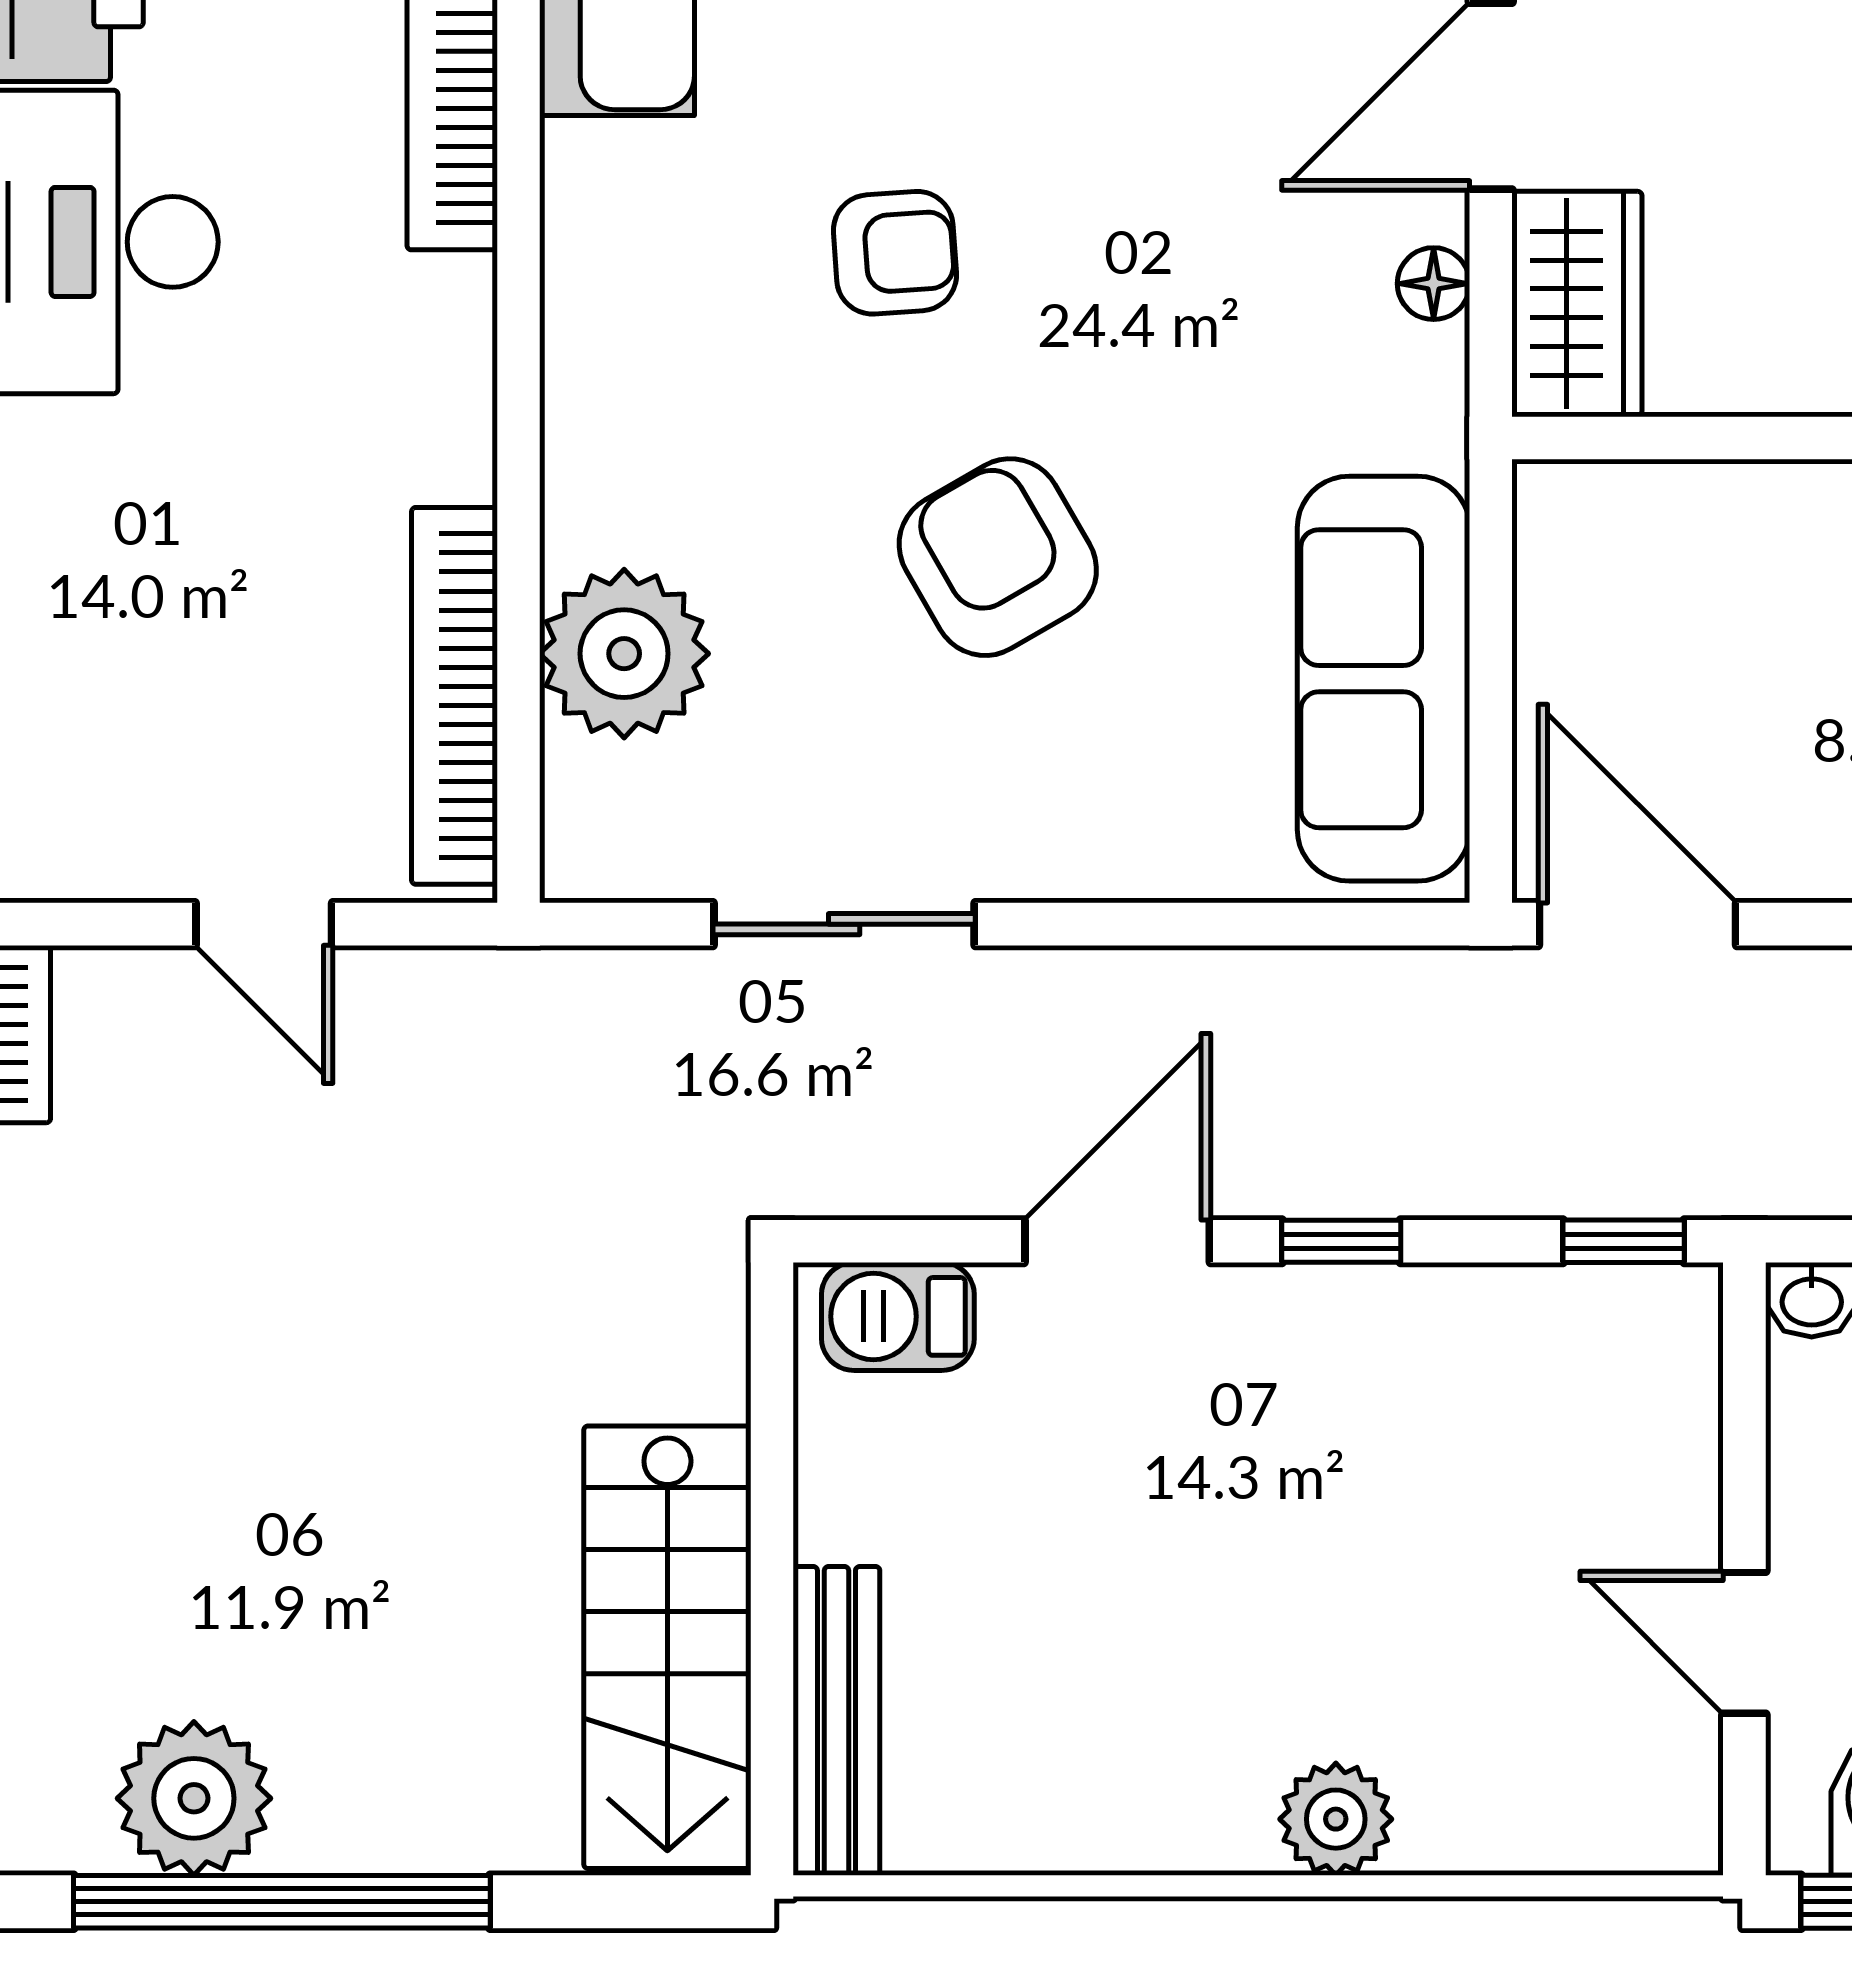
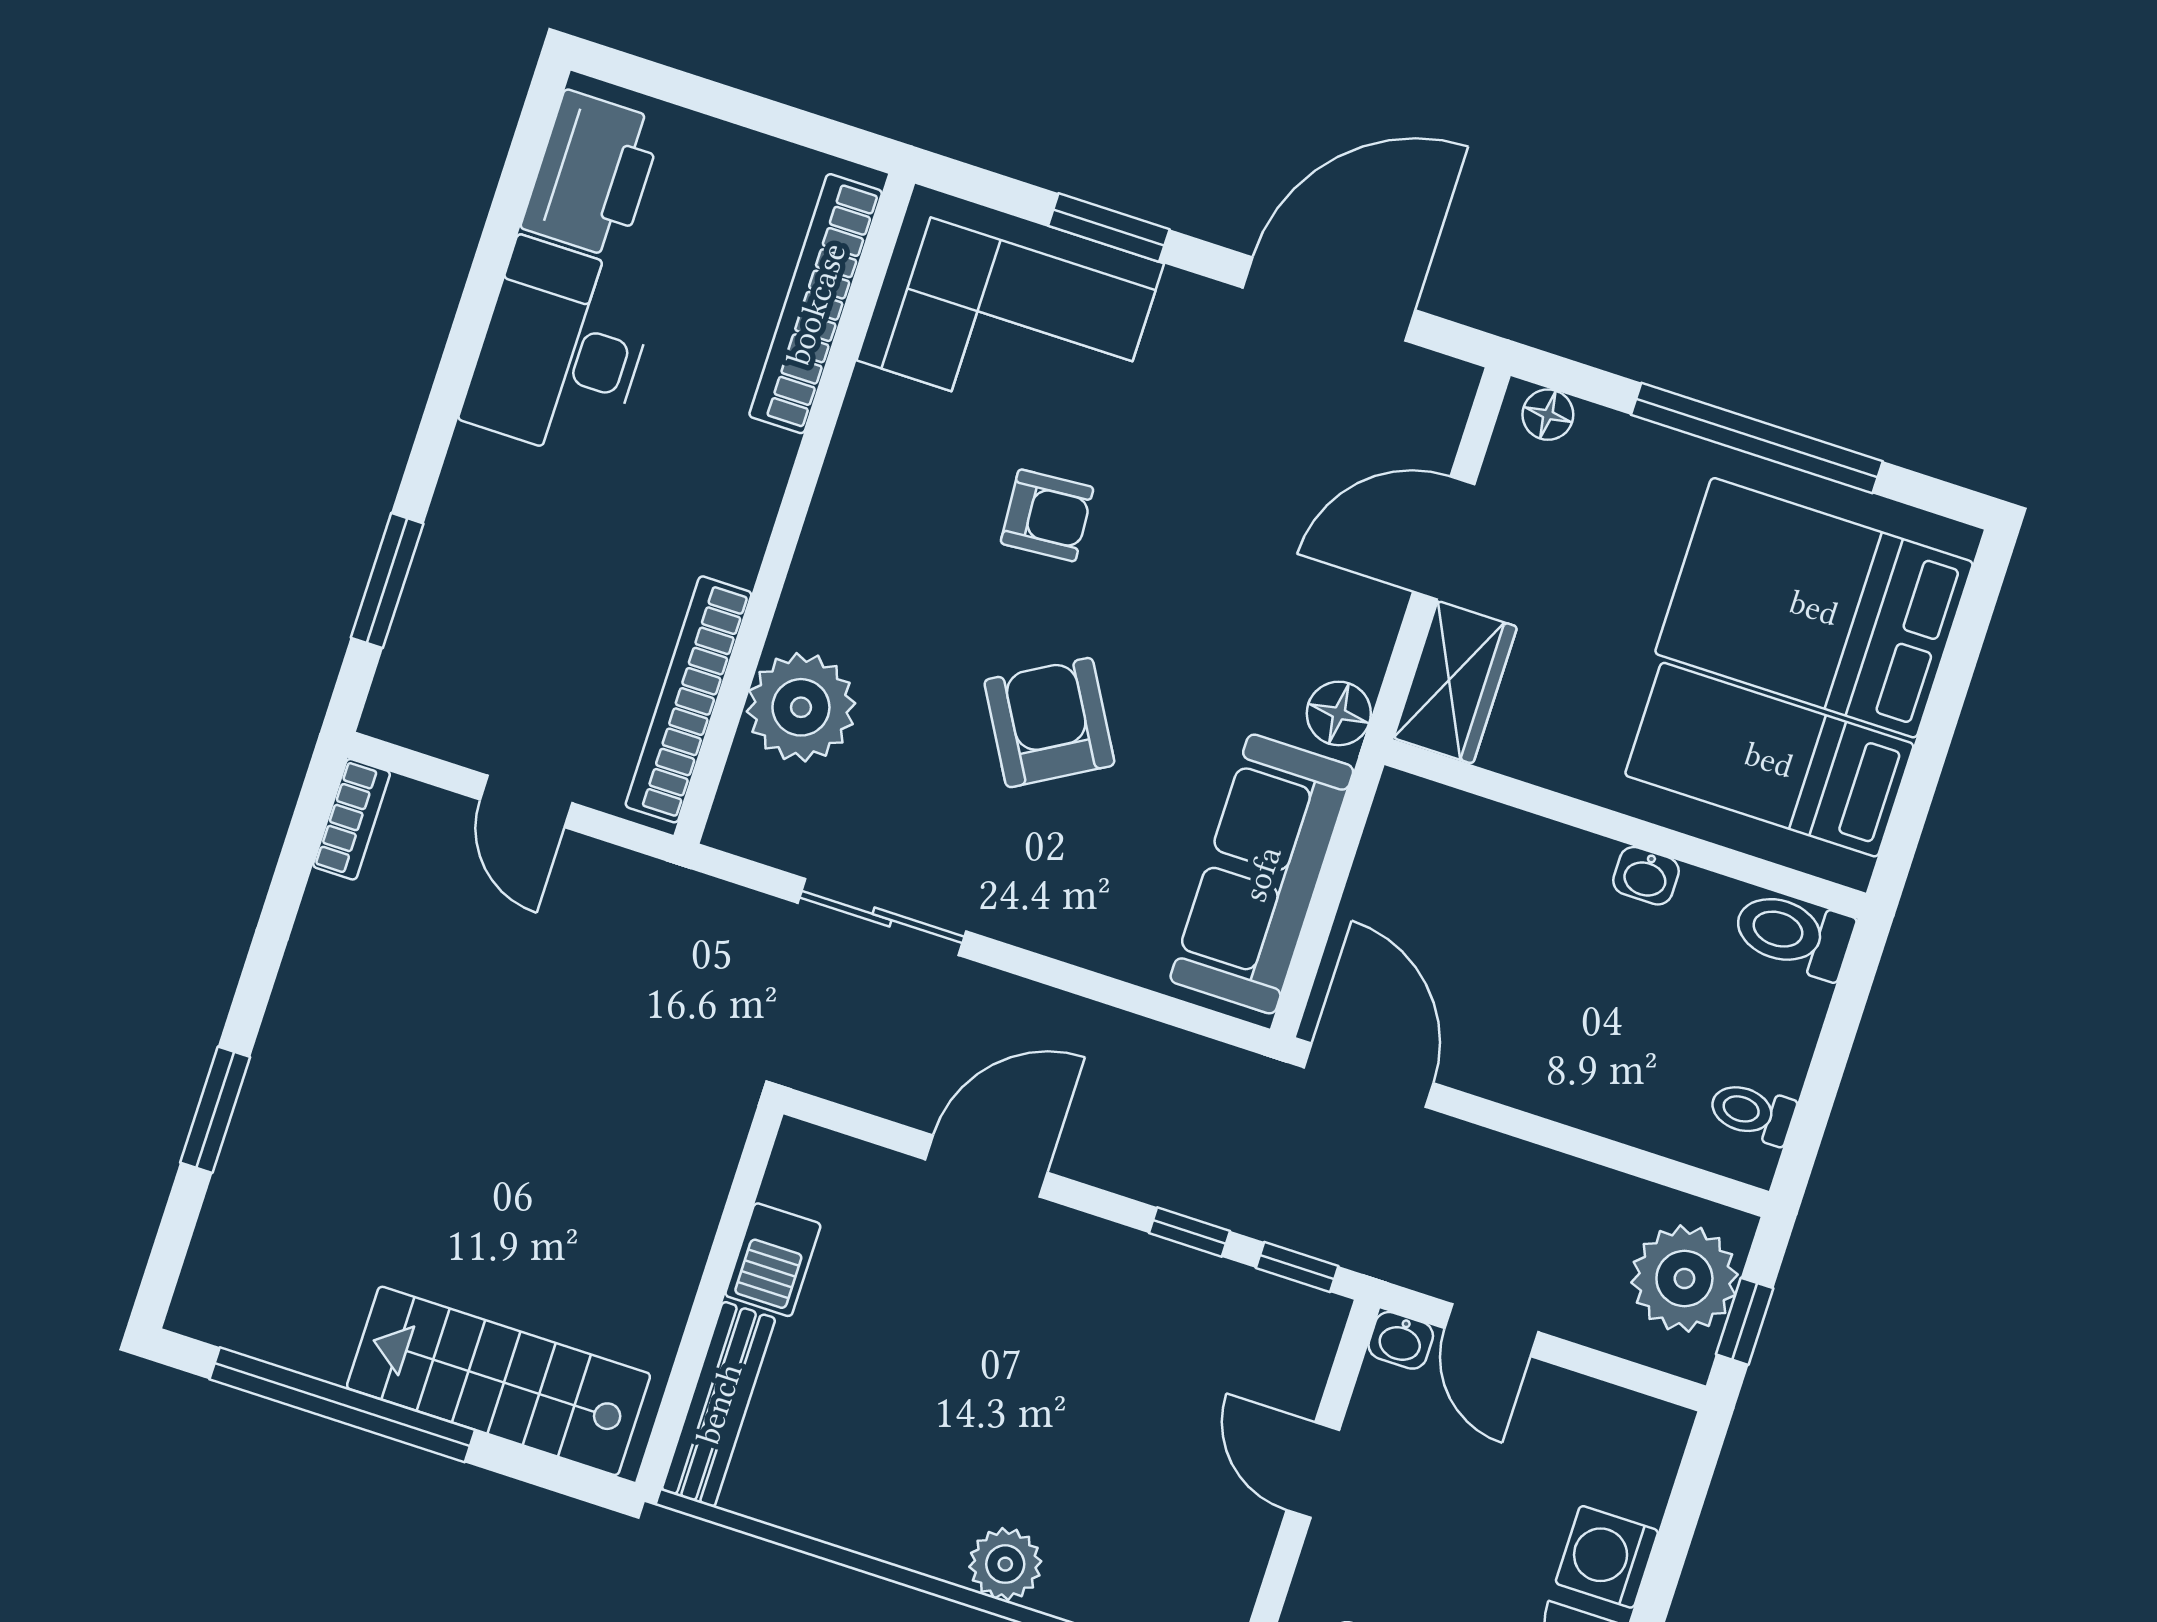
floor lamp: (1434, 284) -> (1339, 713), moved, width x1.37, depth x1.37
window: (1341, 1241) -> (1189, 1232), moved
barbecue: (898, 1316) -> (773, 1260), moved, turned -90
door: (1744, 1643) -> (1313, 1470), moved
stairs: (667, 1647) -> (499, 1381), moved, turned 90
plant: (194, 1798) -> (309, 1324), removed

